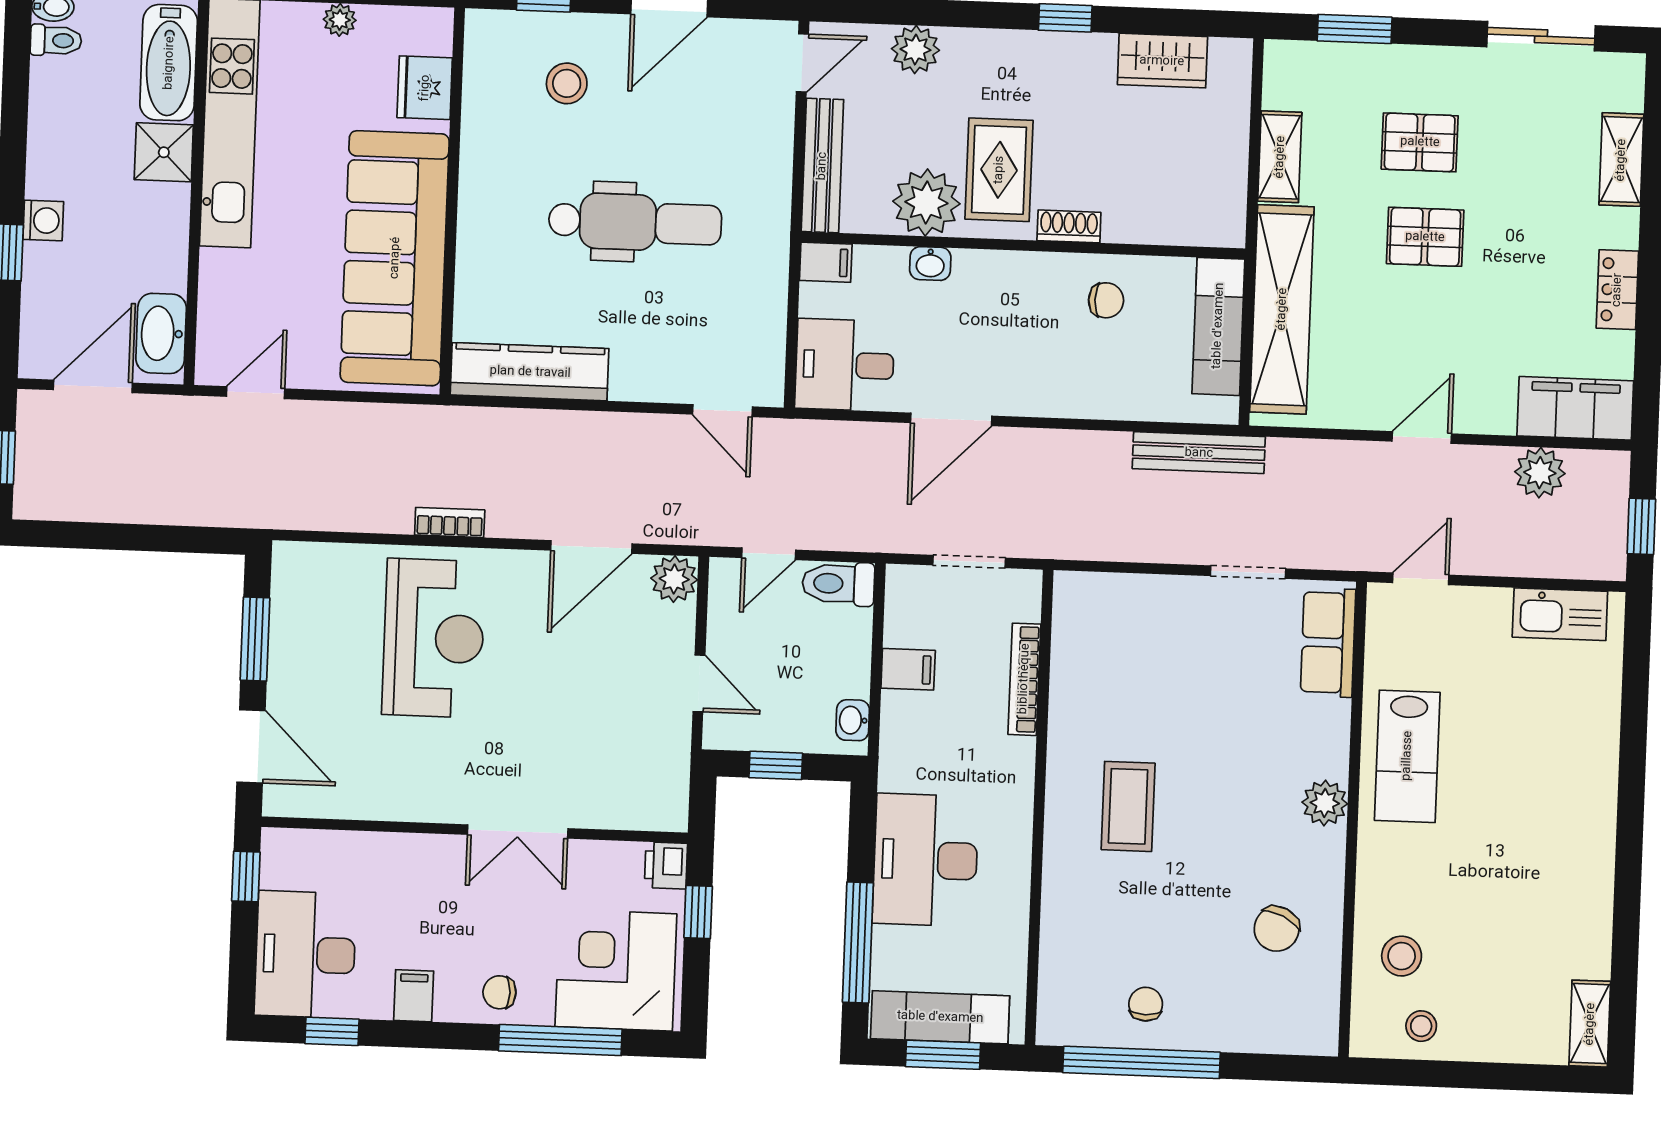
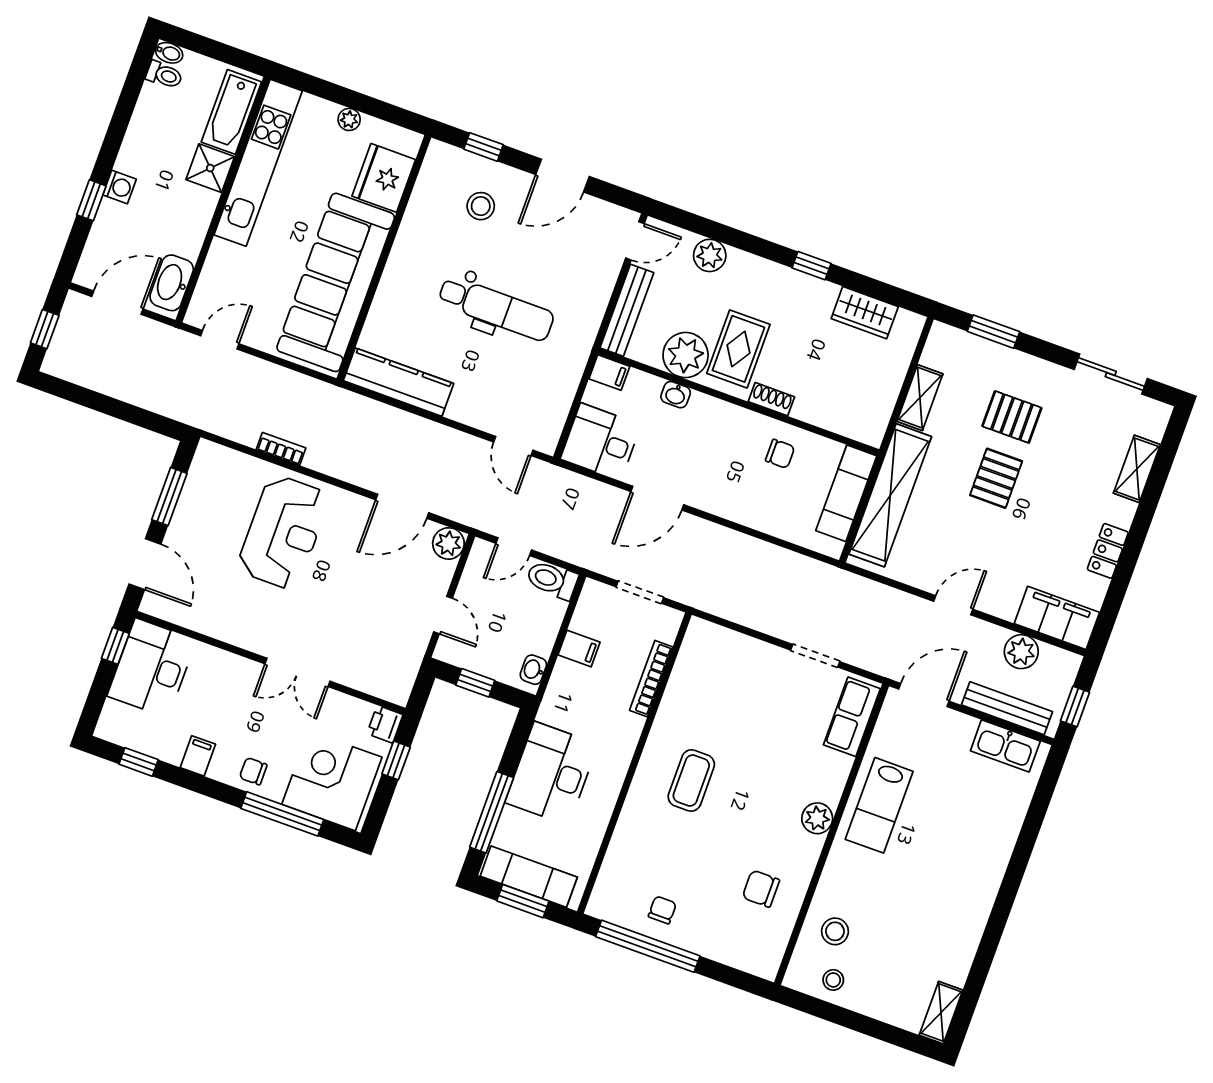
fridge: (425, 88) -> (384, 178), width x1.36, depth x1.34
pallet: (1425, 237) -> (996, 478), turned 90
bench: (1199, 453) -> (1007, 708), moved
bookcase: (450, 522) -> (281, 449), moved
door: (1421, 579) -> (924, 695), width x1.38
chair: (1277, 929) -> (761, 889), turned 64
desk: (305, 954) -> (152, 668), moved

